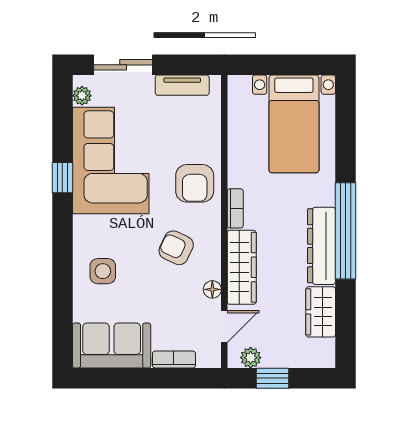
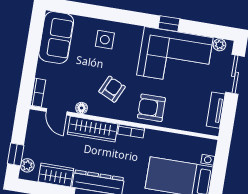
plant: (251, 358) -> (27, 165), moved
bookcase: (174, 360) -> (38, 93), moved
window: (272, 378) -> (16, 154), moved

